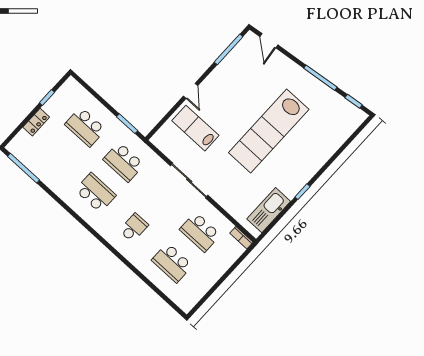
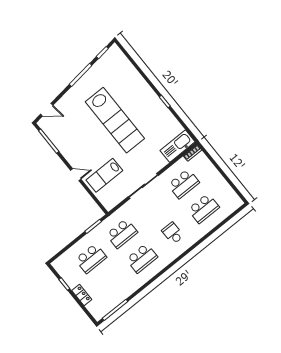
school desk: (96, 193) -> (142, 258), turned 180
kitchen sink: (269, 210) -> (178, 146), moved, turned 90

